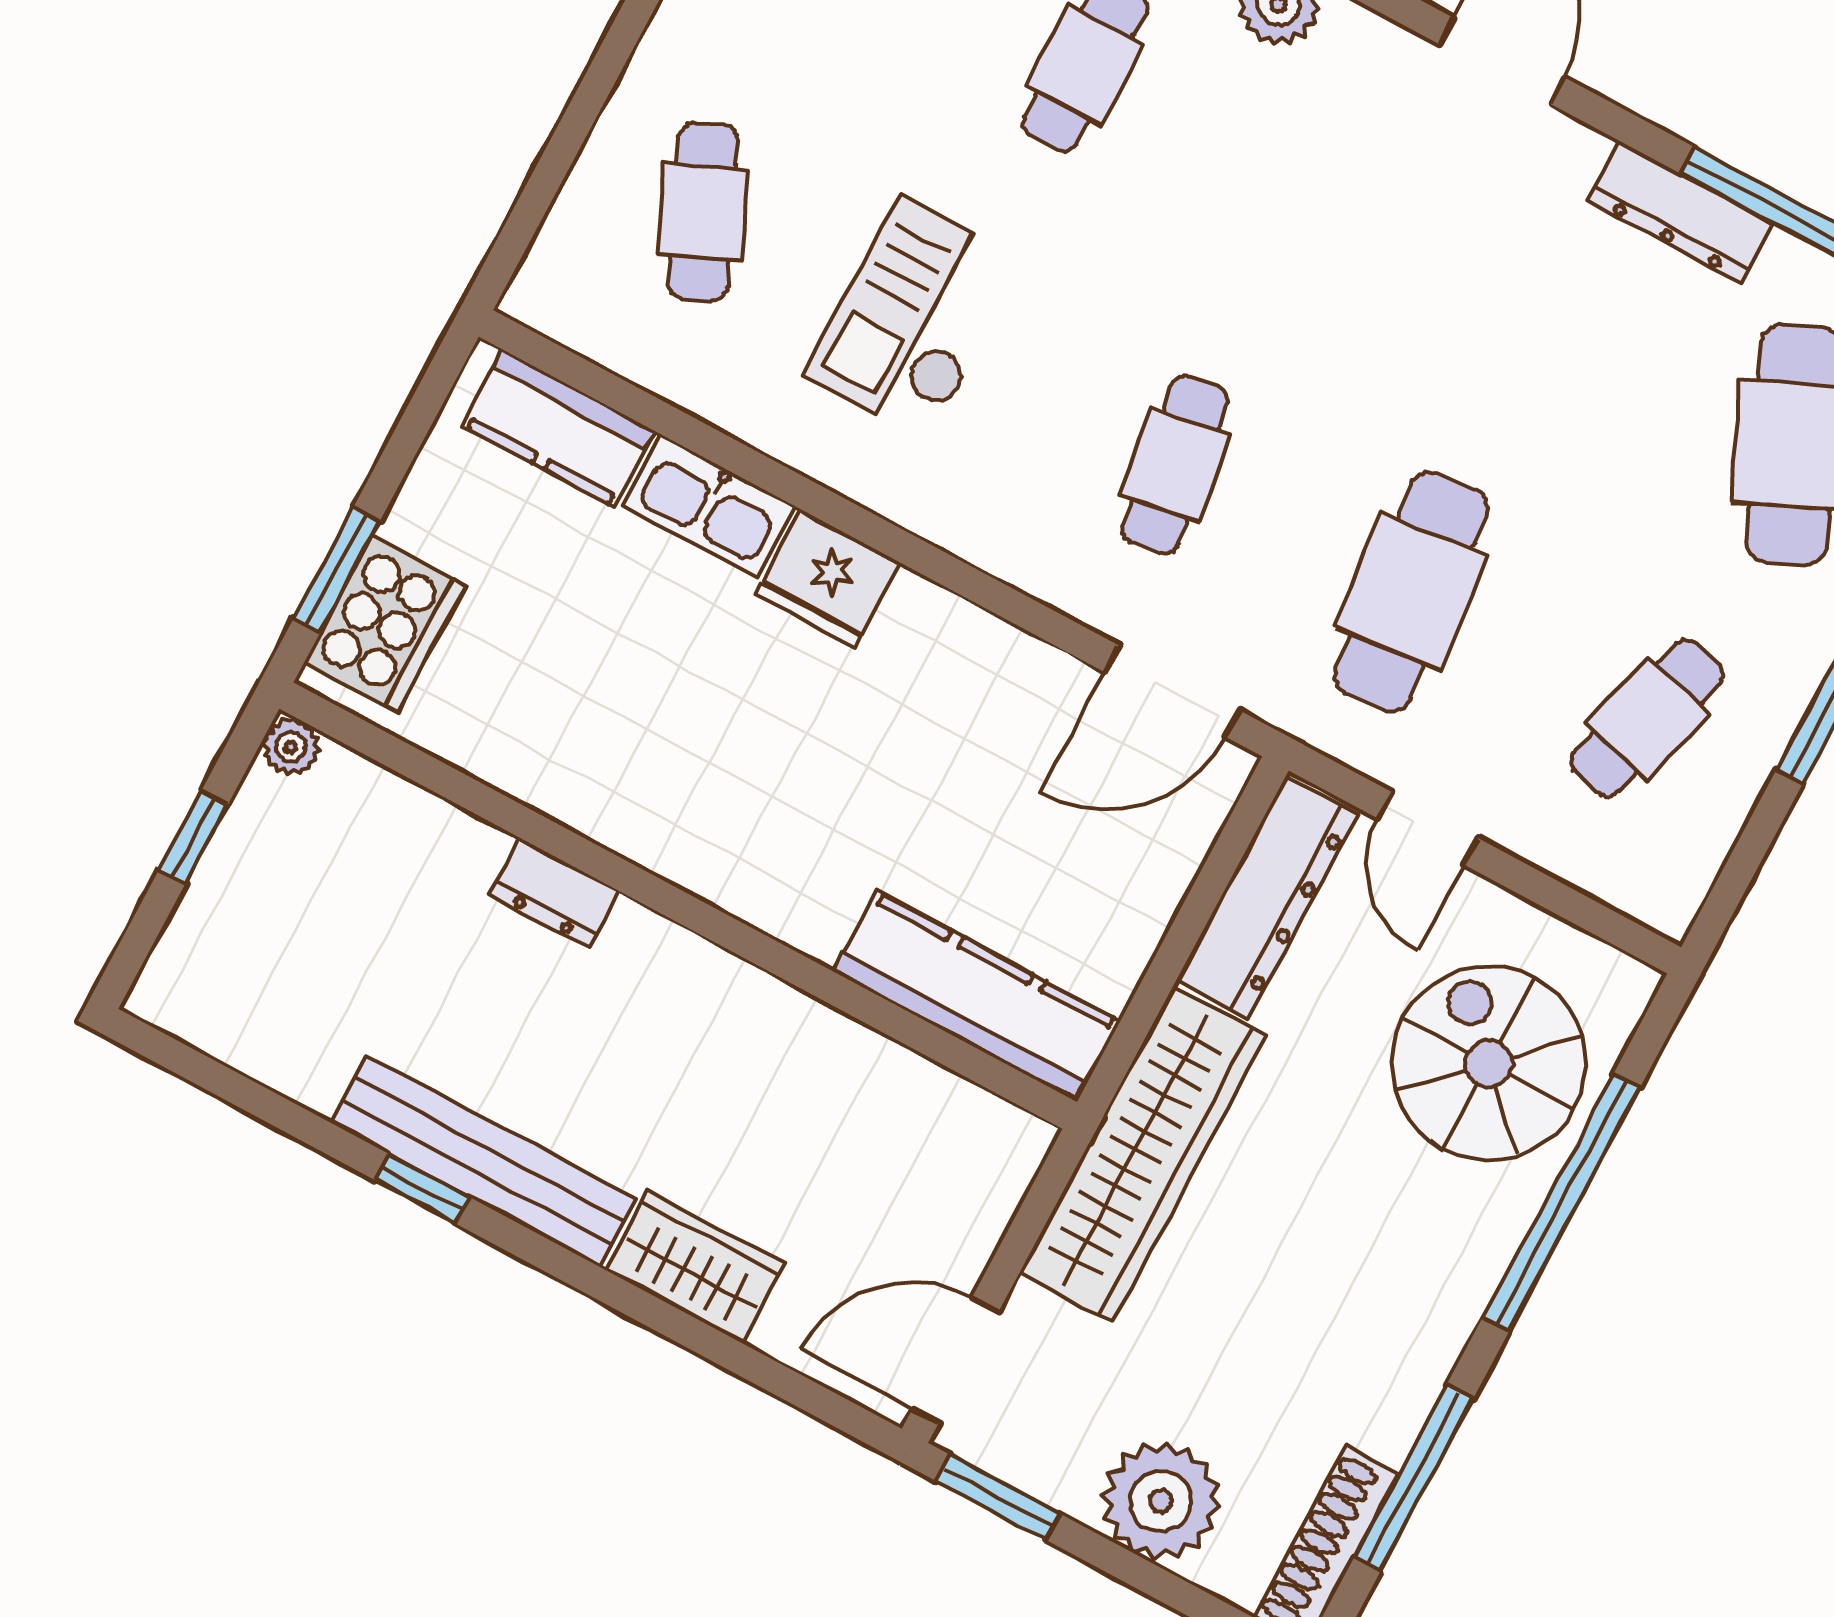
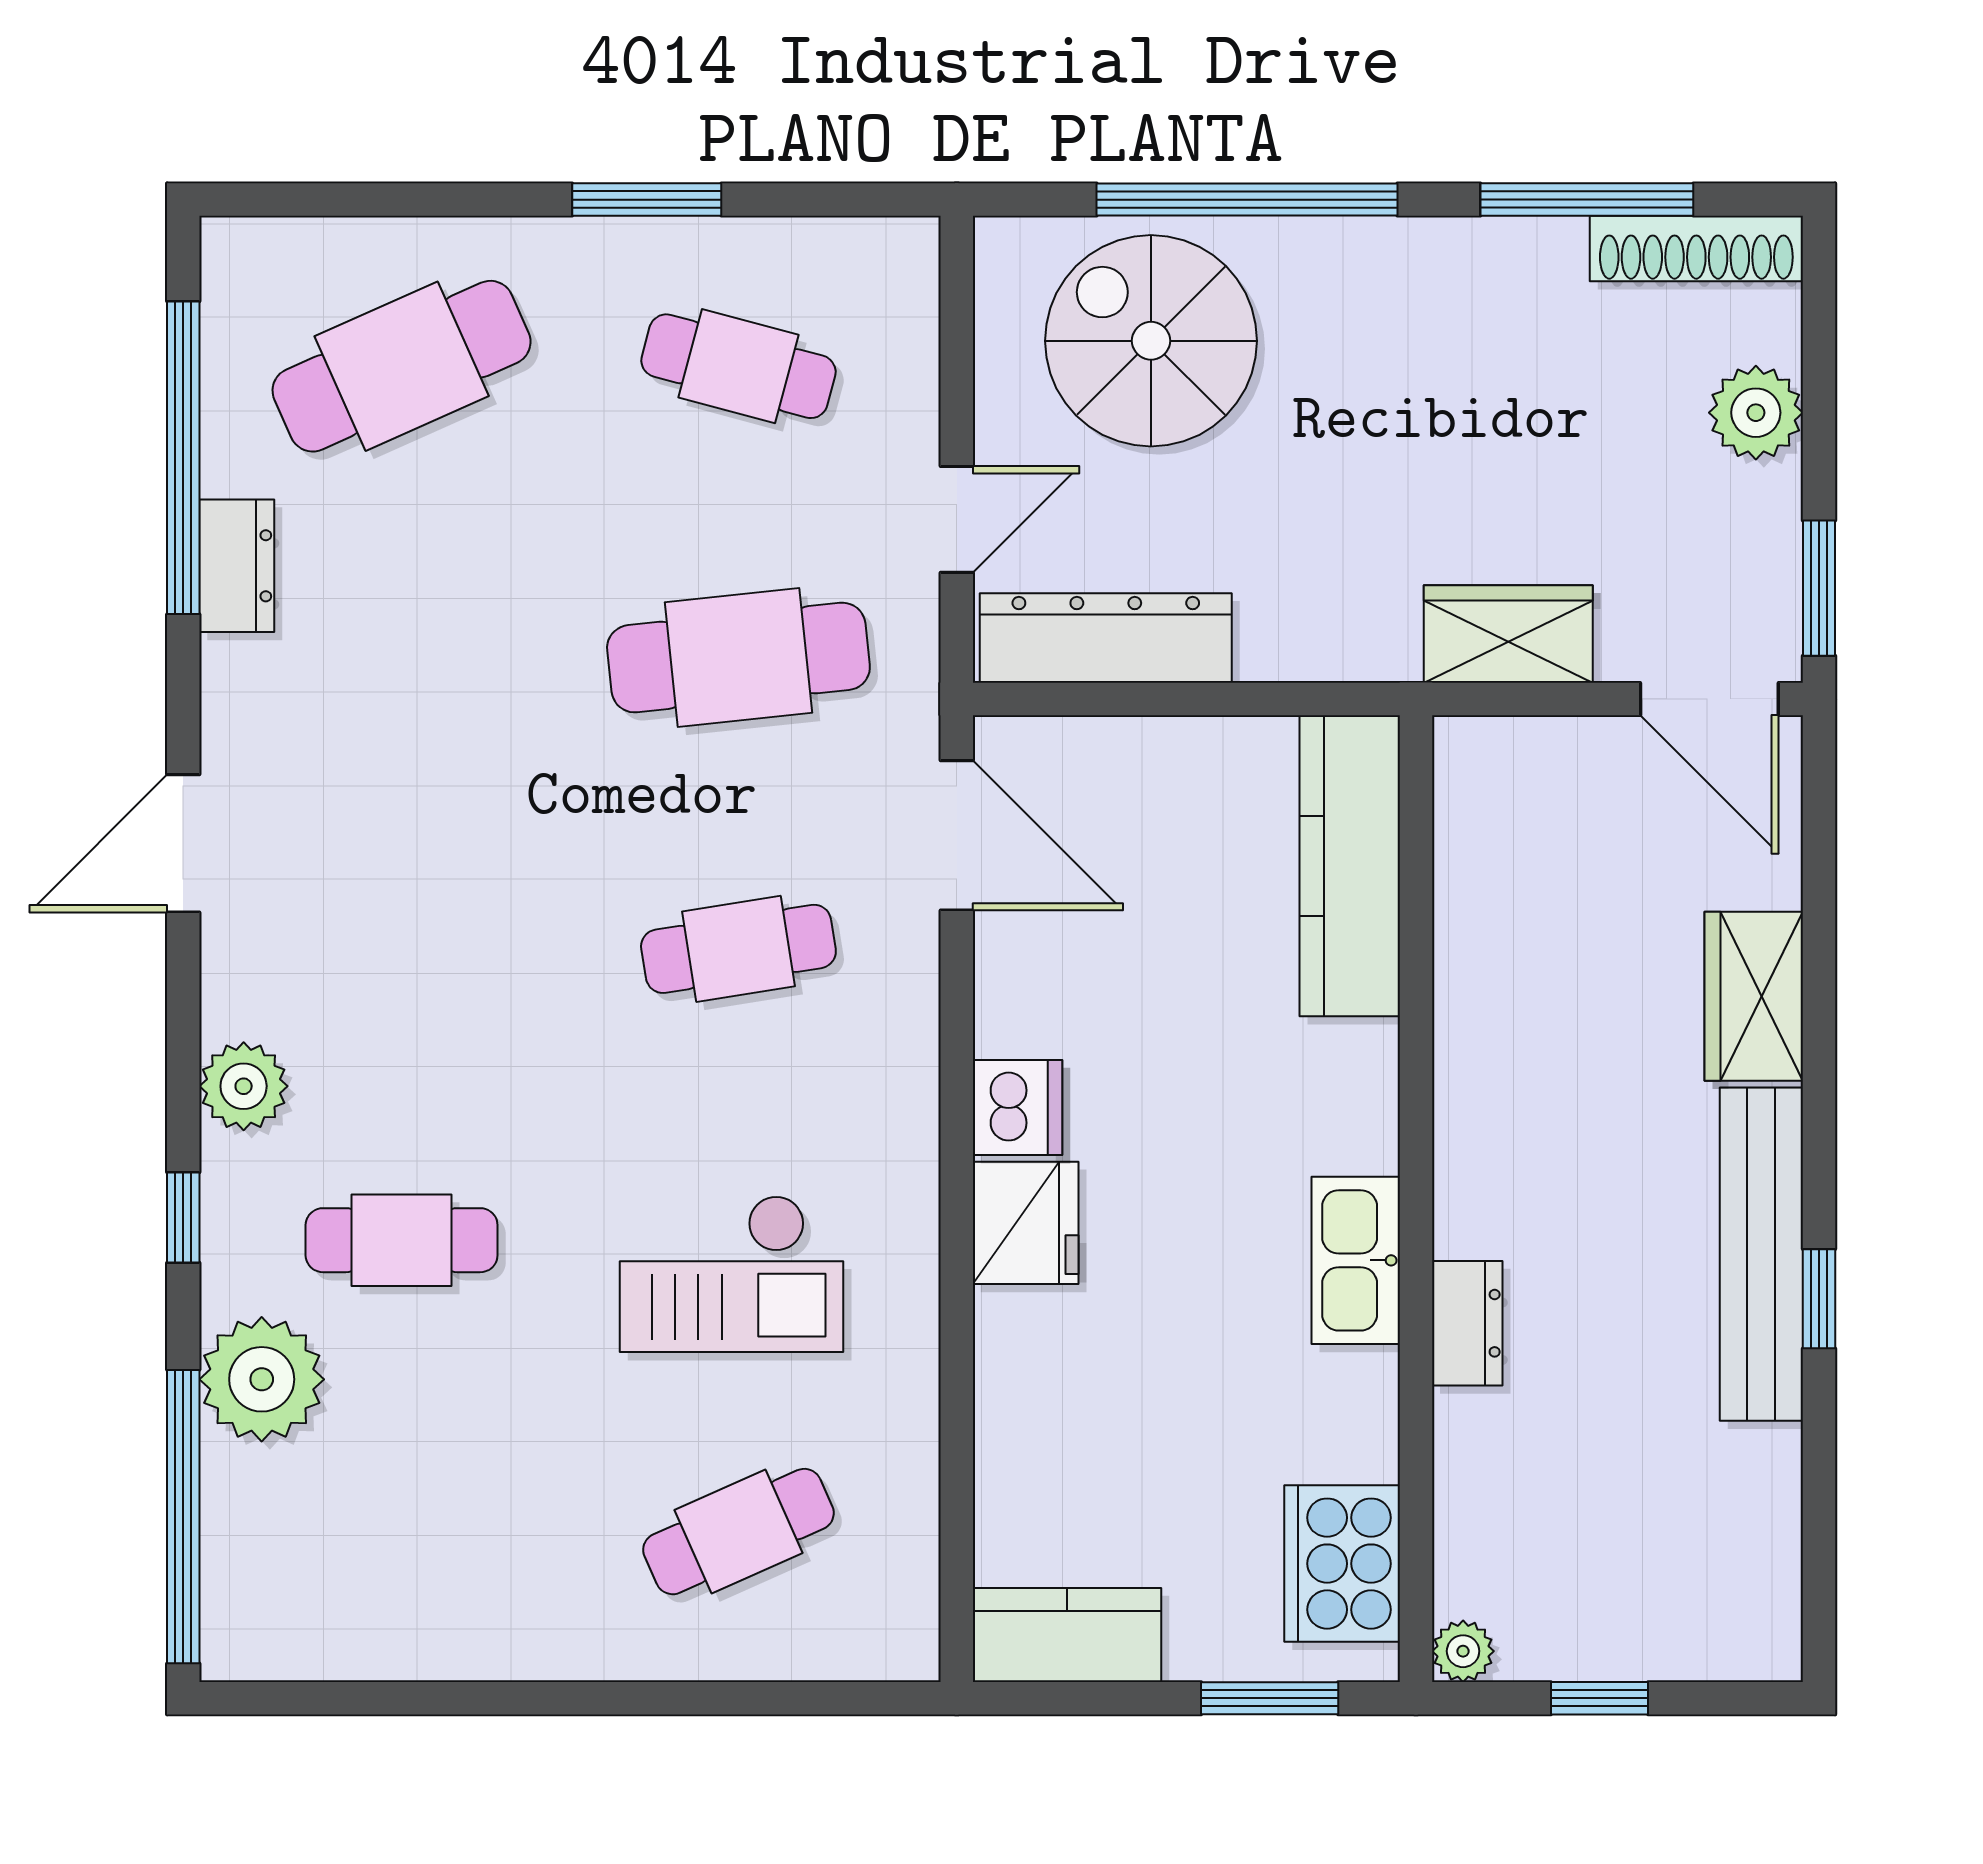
dresser: (1680, 212) -> (237, 566), width x0.70
kitchen counter: (559, 428) -> (1067, 1635), moved, turned -90
kitchen sink: (709, 506) -> (1356, 1260), moved, turned 180
dishwasher: (925, 622) -> (1018, 1108), added
cooker: (385, 624) -> (1342, 1564), moved, turned -90
spiral stairs: (1489, 1063) -> (1151, 341), turned 90
wardrobe: (1143, 1154) -> (1508, 634), width x0.48, depth x0.85
plant: (1161, 1501) -> (1756, 413), width x0.73, depth x0.73

